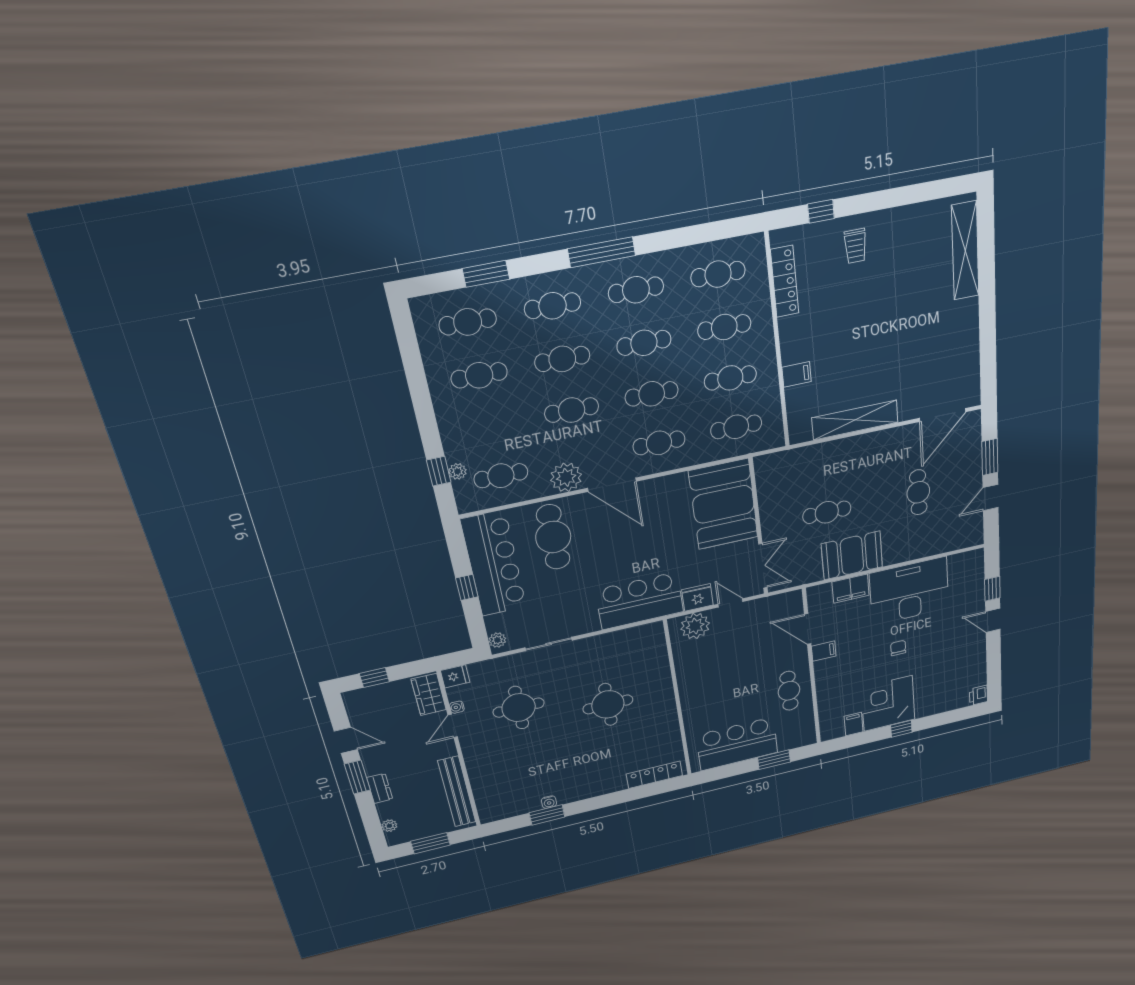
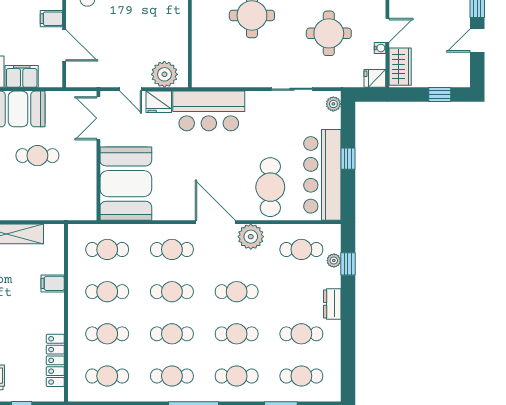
dresser: (448, 420) -> (332, 304), added
door: (346, 740) -> (477, 40), hinge flipped

